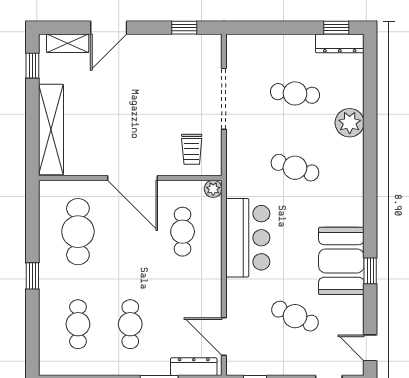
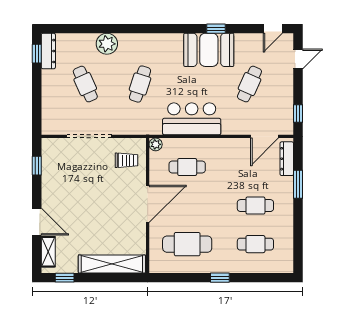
cafe table: (295, 93) -> (85, 84), turned -30

